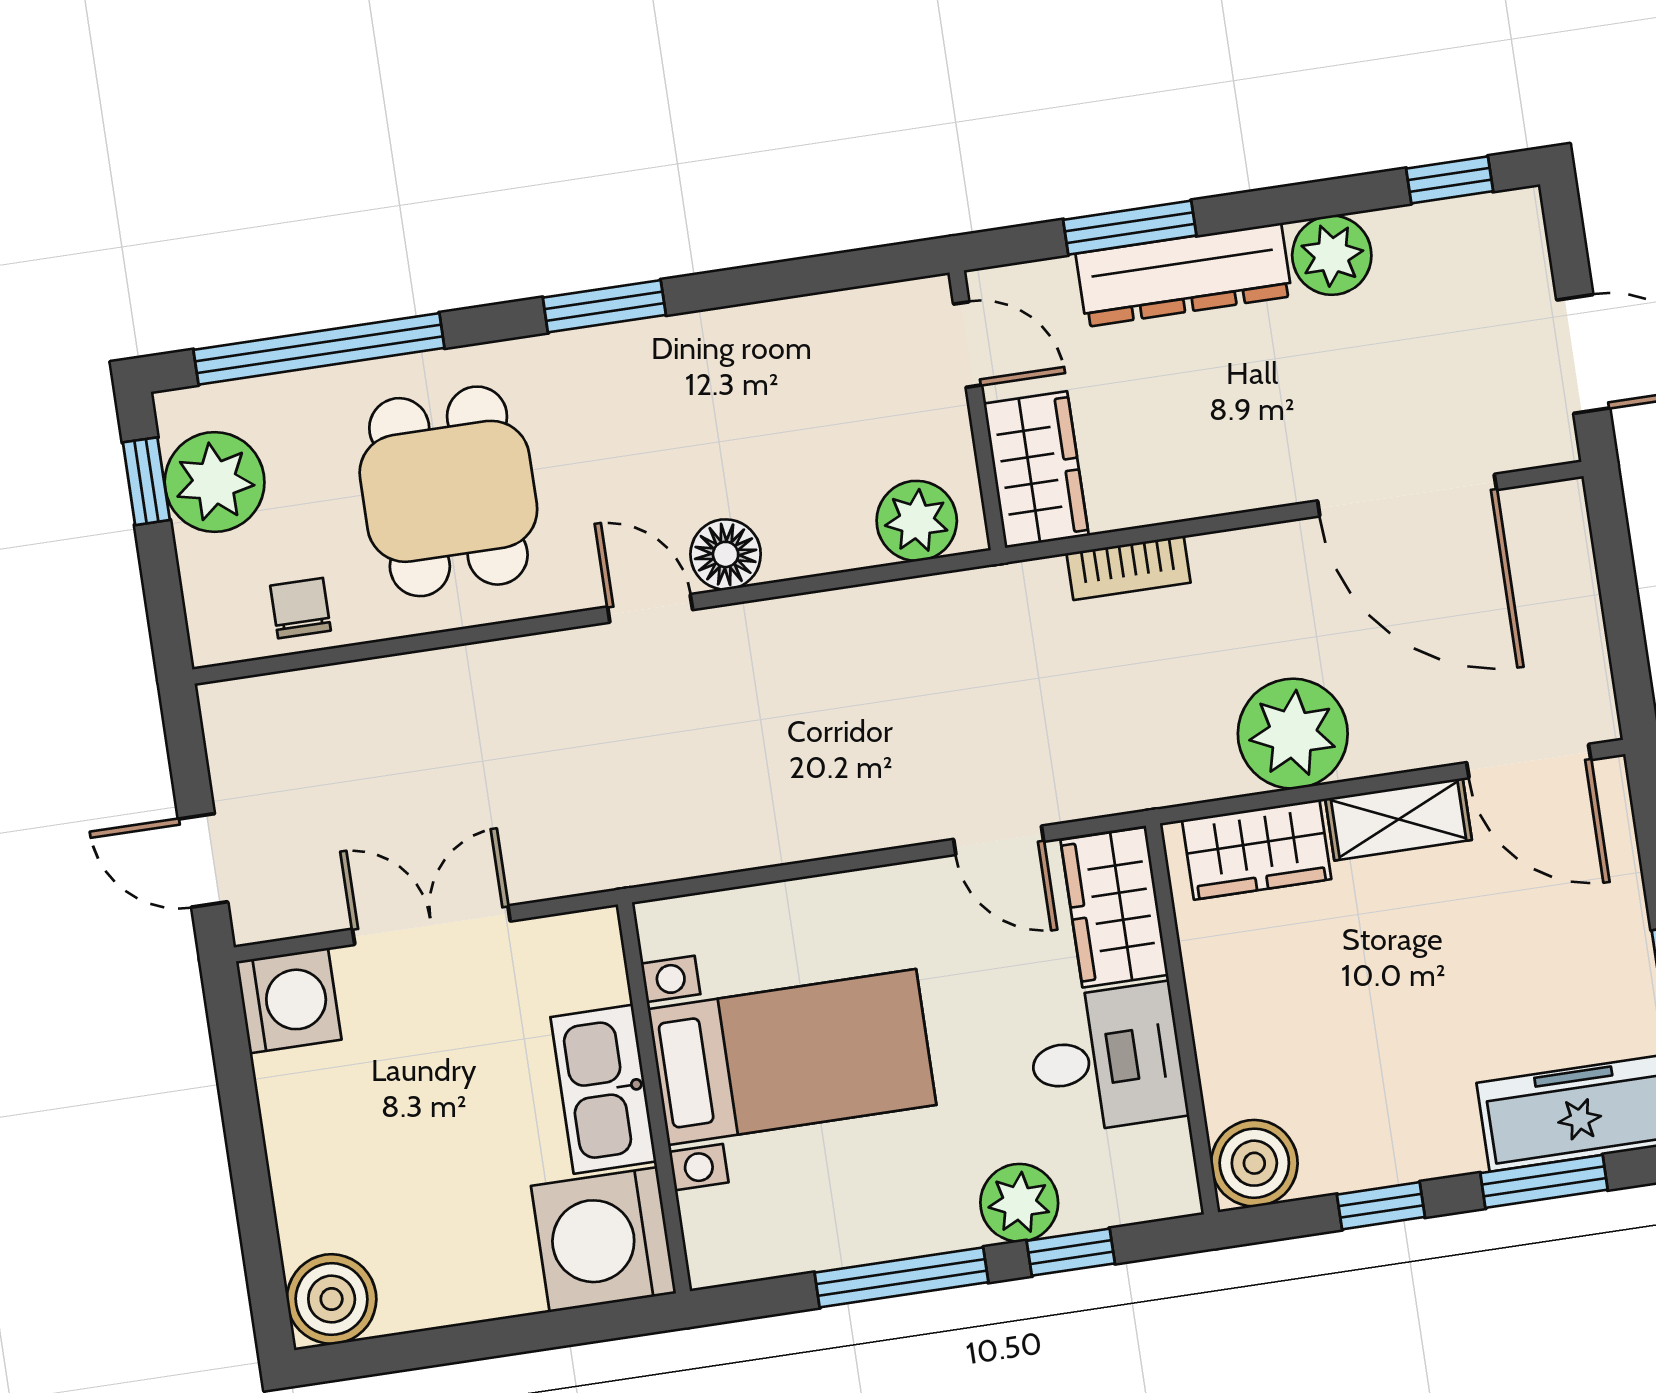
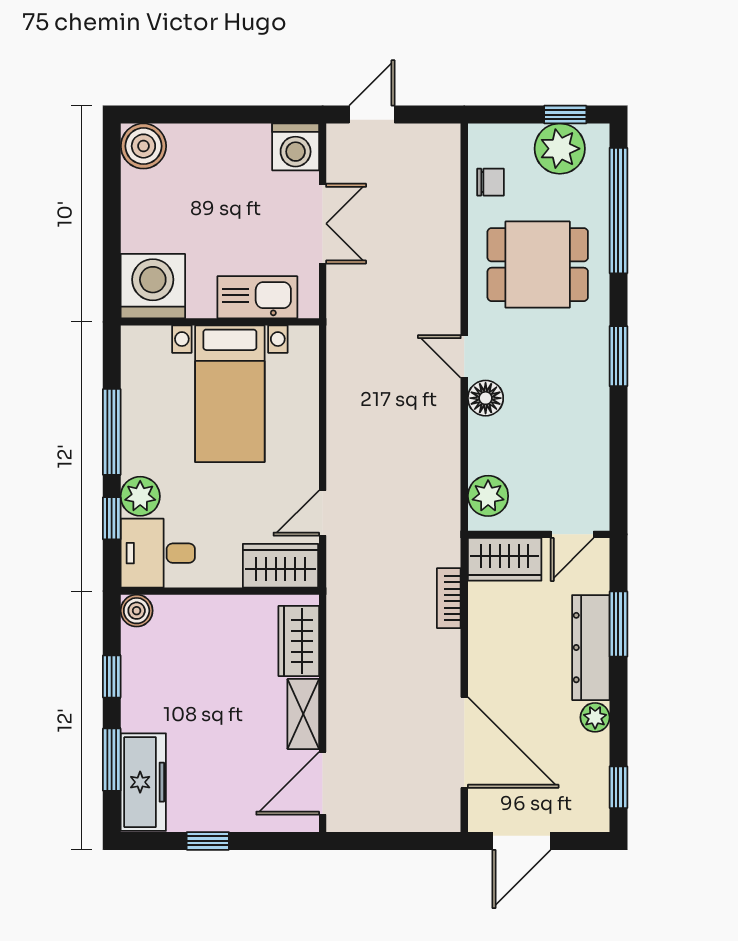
plant: (1332, 255) -> (595, 717), width x0.73, depth x0.73
door: (1407, 495) -> (464, 742), swing flipped
door: (650, 608) -> (464, 356), swing flipped
plant: (1293, 734) -> (354, 668), removed
desk: (1106, 1059) -> (158, 553), moved, turned 90
kitchen sink: (603, 1089) -> (257, 297), moved
boiler: (1254, 1163) -> (137, 611), width x0.73, depth x0.73

